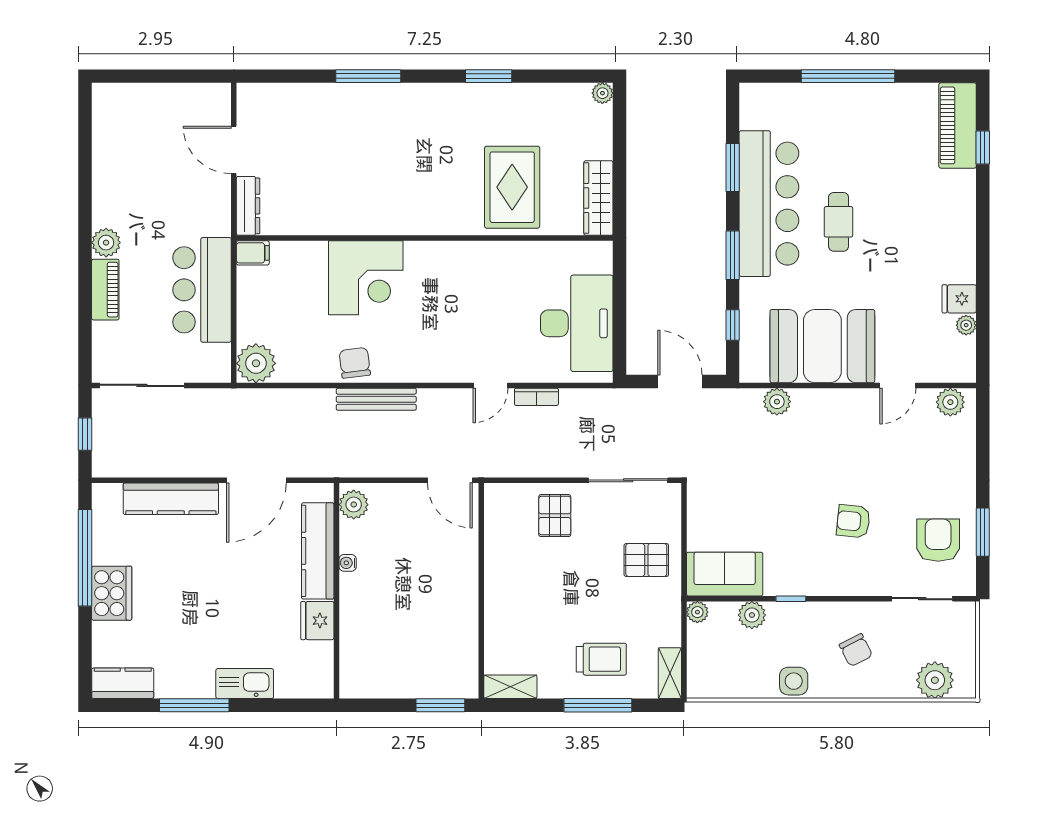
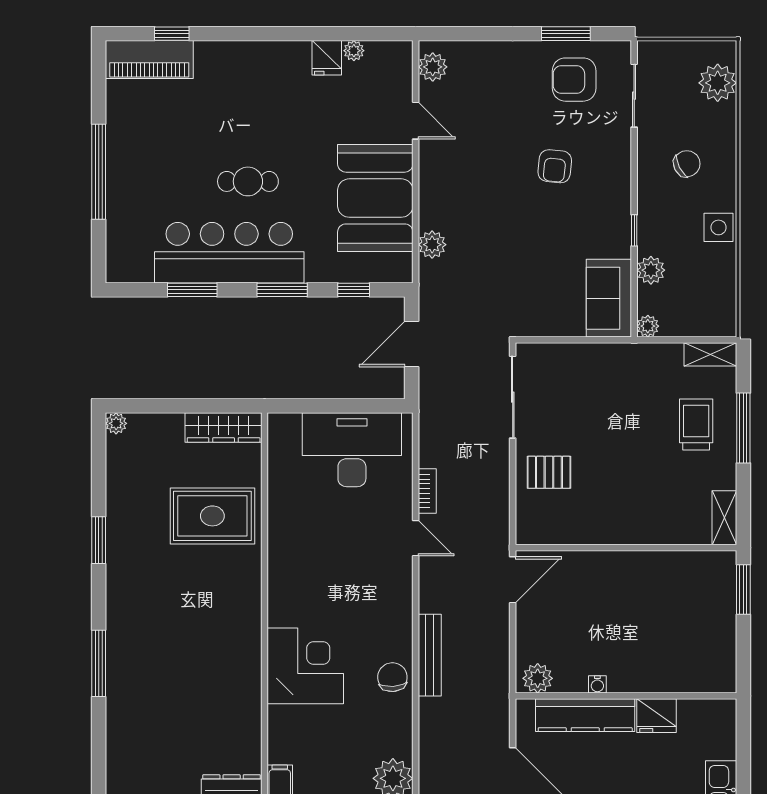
chair: (355, 363) -> (392, 677), turned 93
pallet: (646, 560) -> (594, 378), removed

